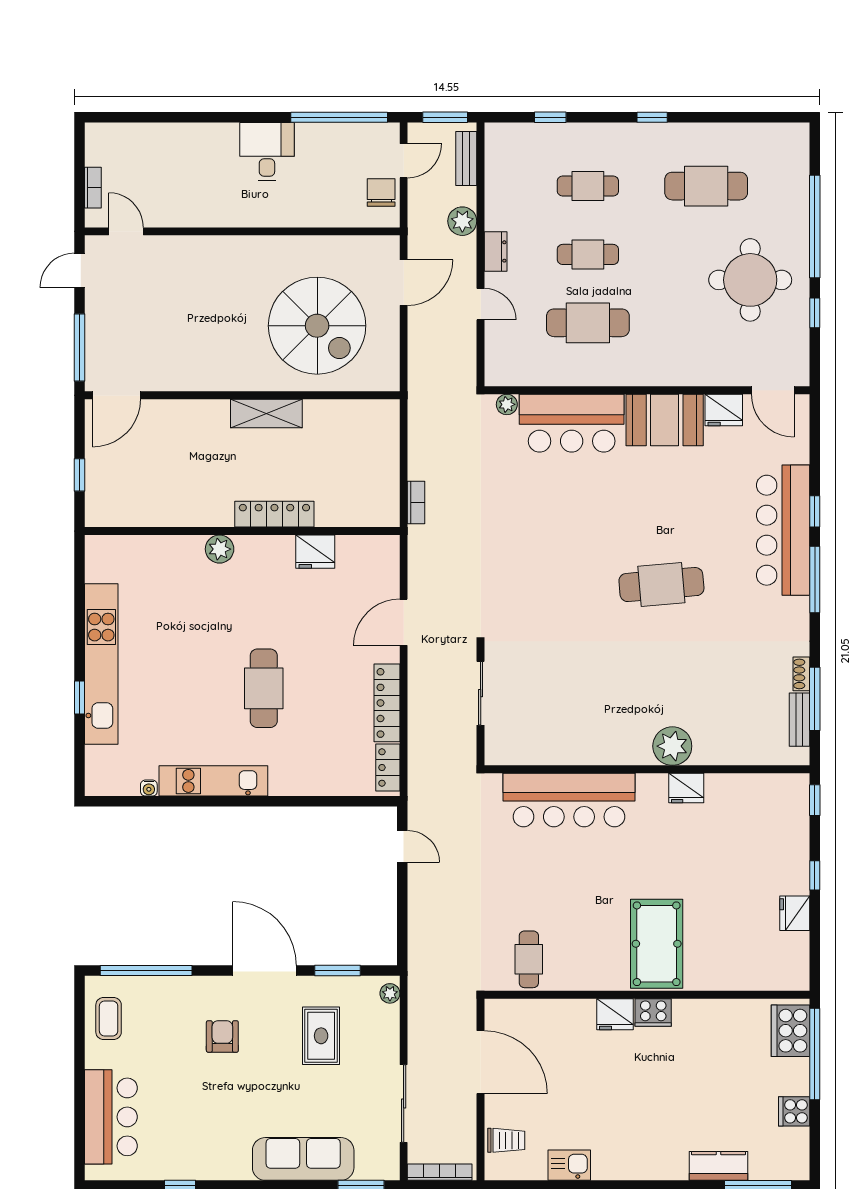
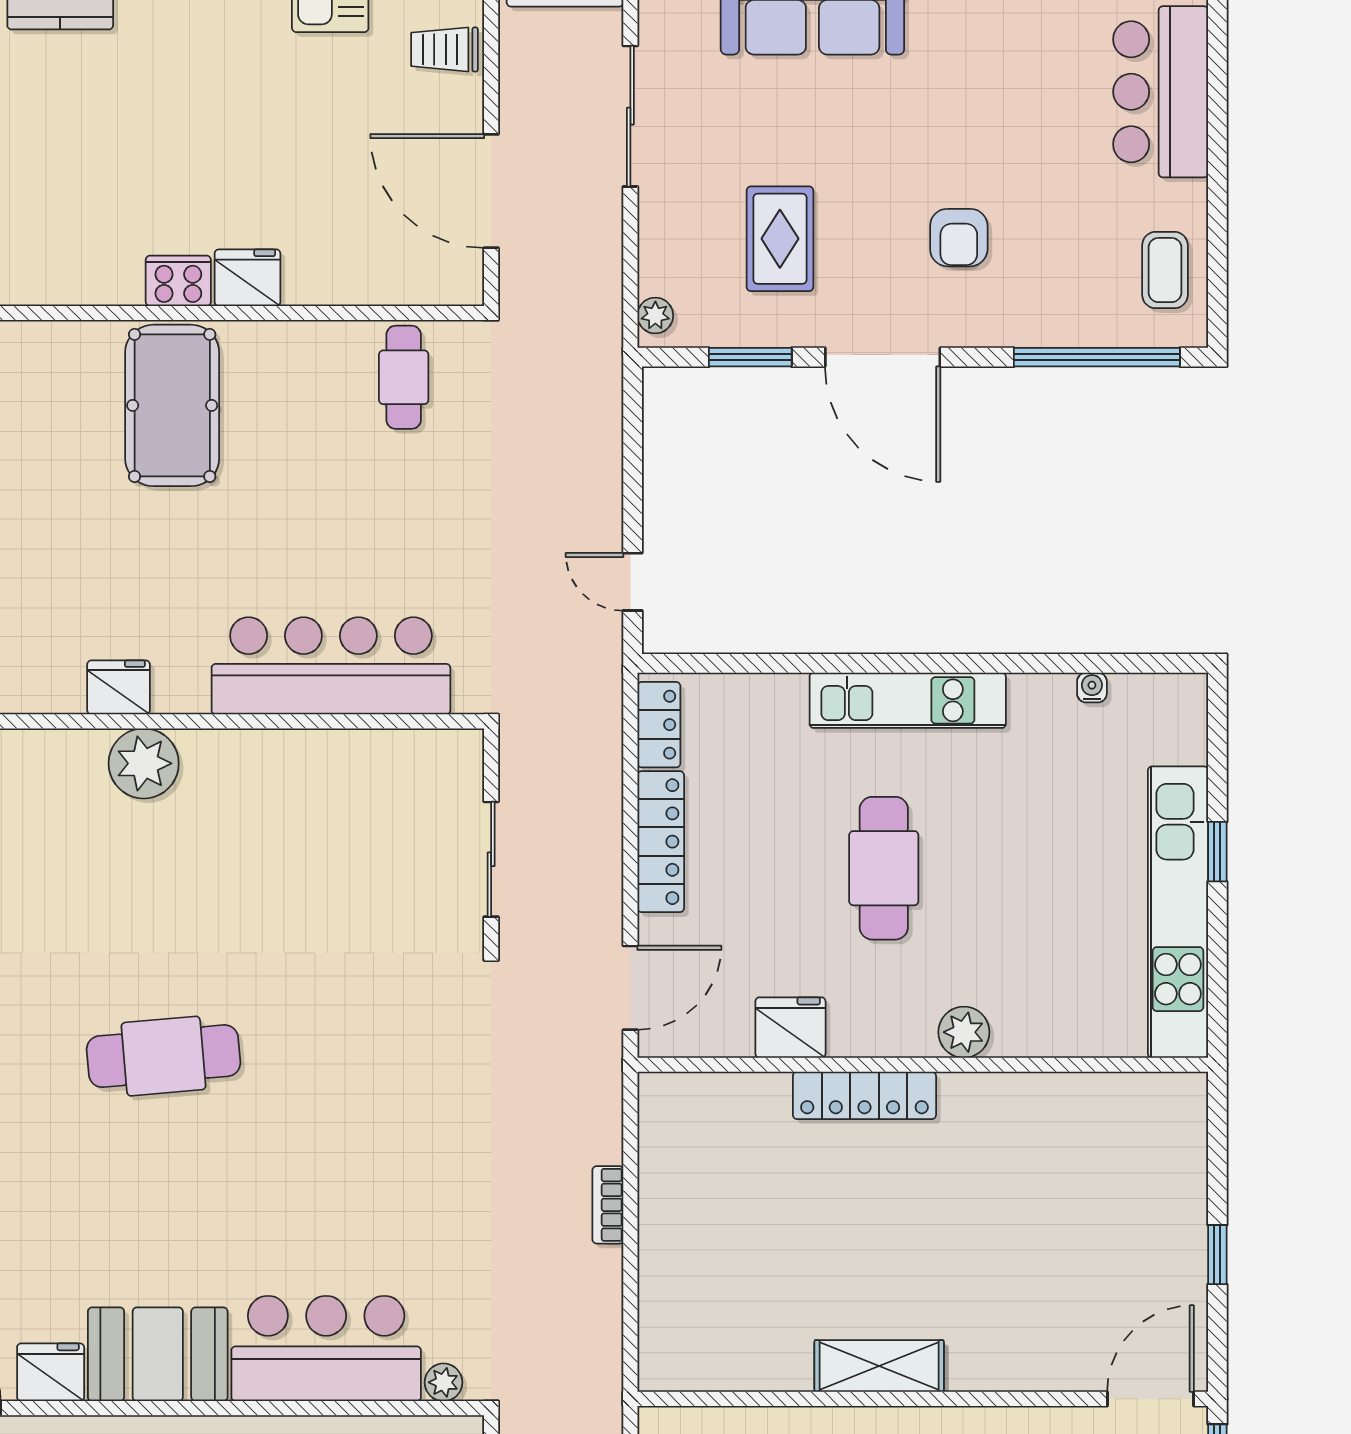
locker: (274, 514) -> (864, 1095), moved
wall: (242, 531) -> (923, 1065), moved
plant: (220, 549) -> (964, 1032), moved
fridge: (315, 552) -> (790, 1028), moved
kitchen unit: (213, 781) -> (908, 700), moved

